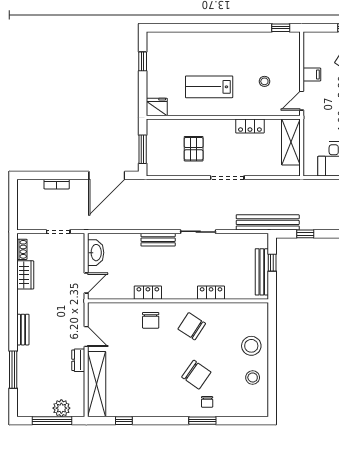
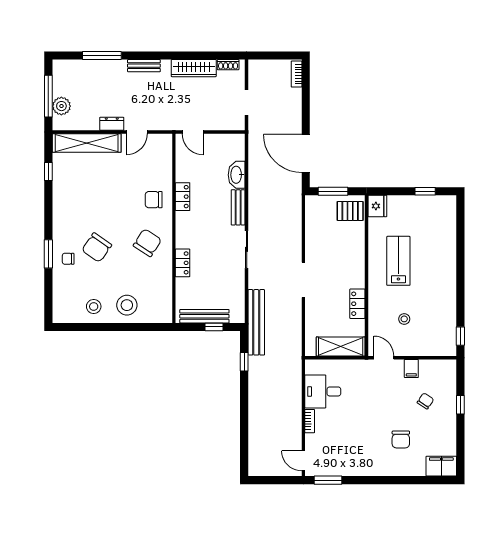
pallet: (194, 149) -> (350, 211), moved
bookcase: (57, 184) -> (297, 74), moved
washbasin: (96, 253) -> (237, 175), moved, turned 90
wardrobe: (25, 275) -> (194, 68), width x1.50

